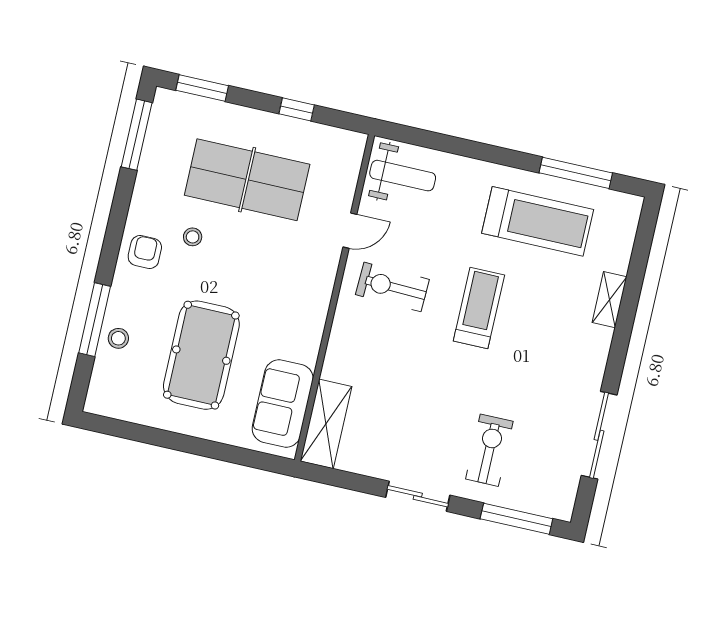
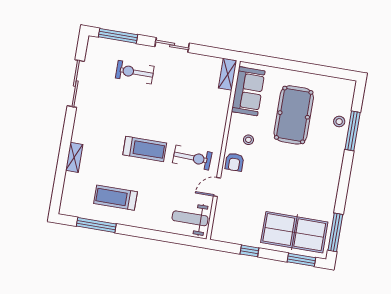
table tennis table: (247, 180) -> (294, 232), moved
treadmill: (538, 221) -> (116, 198), width x0.73, depth x0.73
stool: (193, 237) -> (248, 140), moved
armchair: (145, 252) -> (234, 162), moved
treadmill: (479, 308) -> (145, 149), turned -90
shelving: (326, 424) -> (228, 74), width x0.67, depth x0.75
exercise bike: (489, 450) -> (135, 72), turned 90

